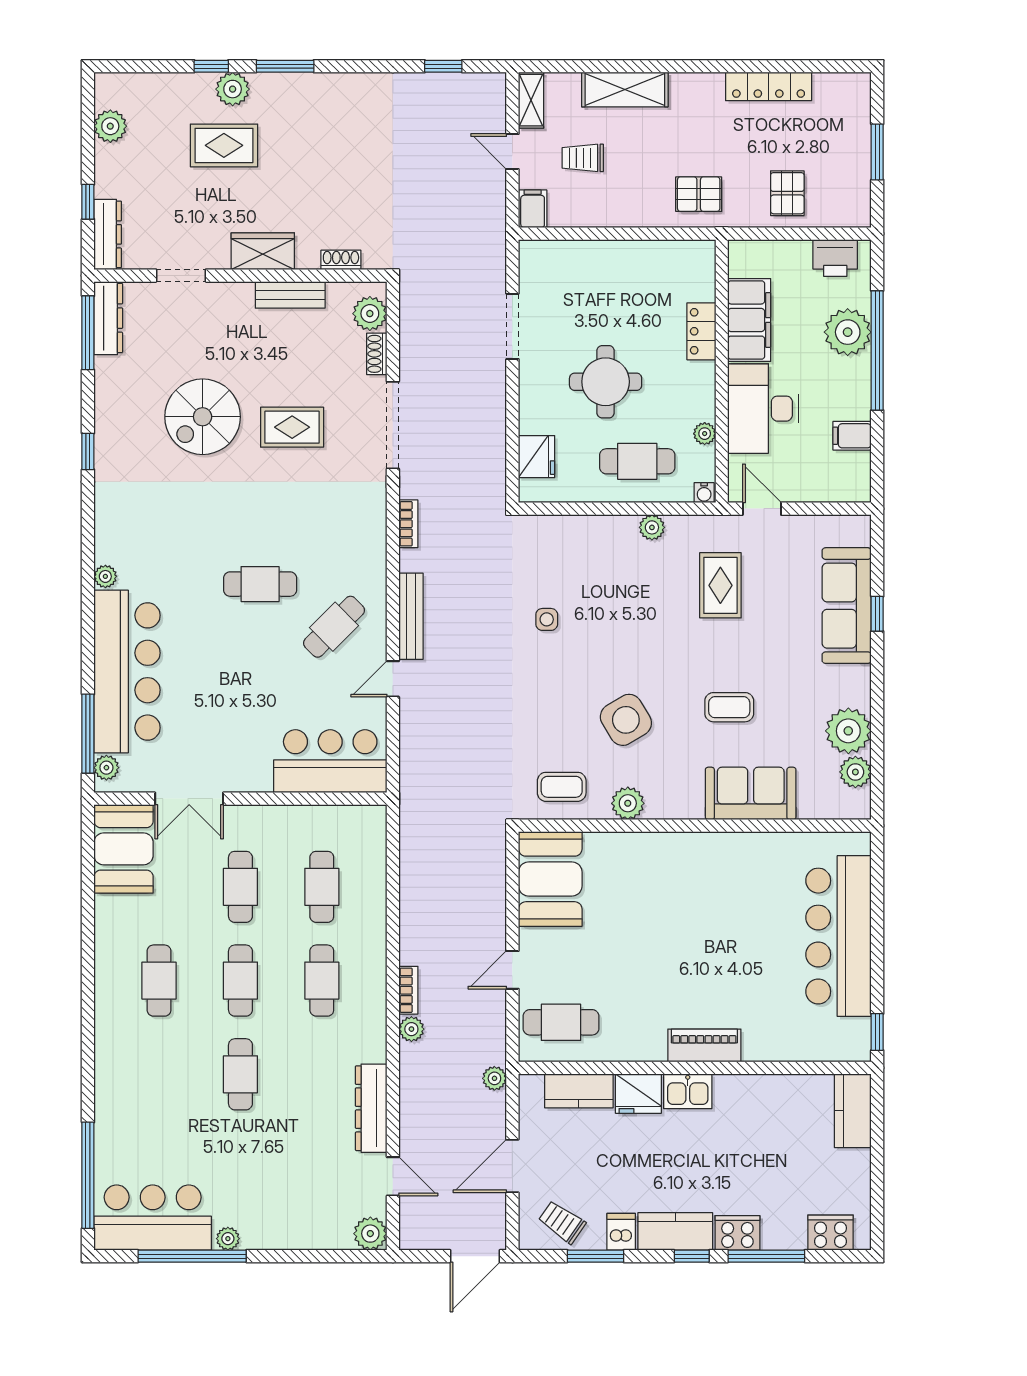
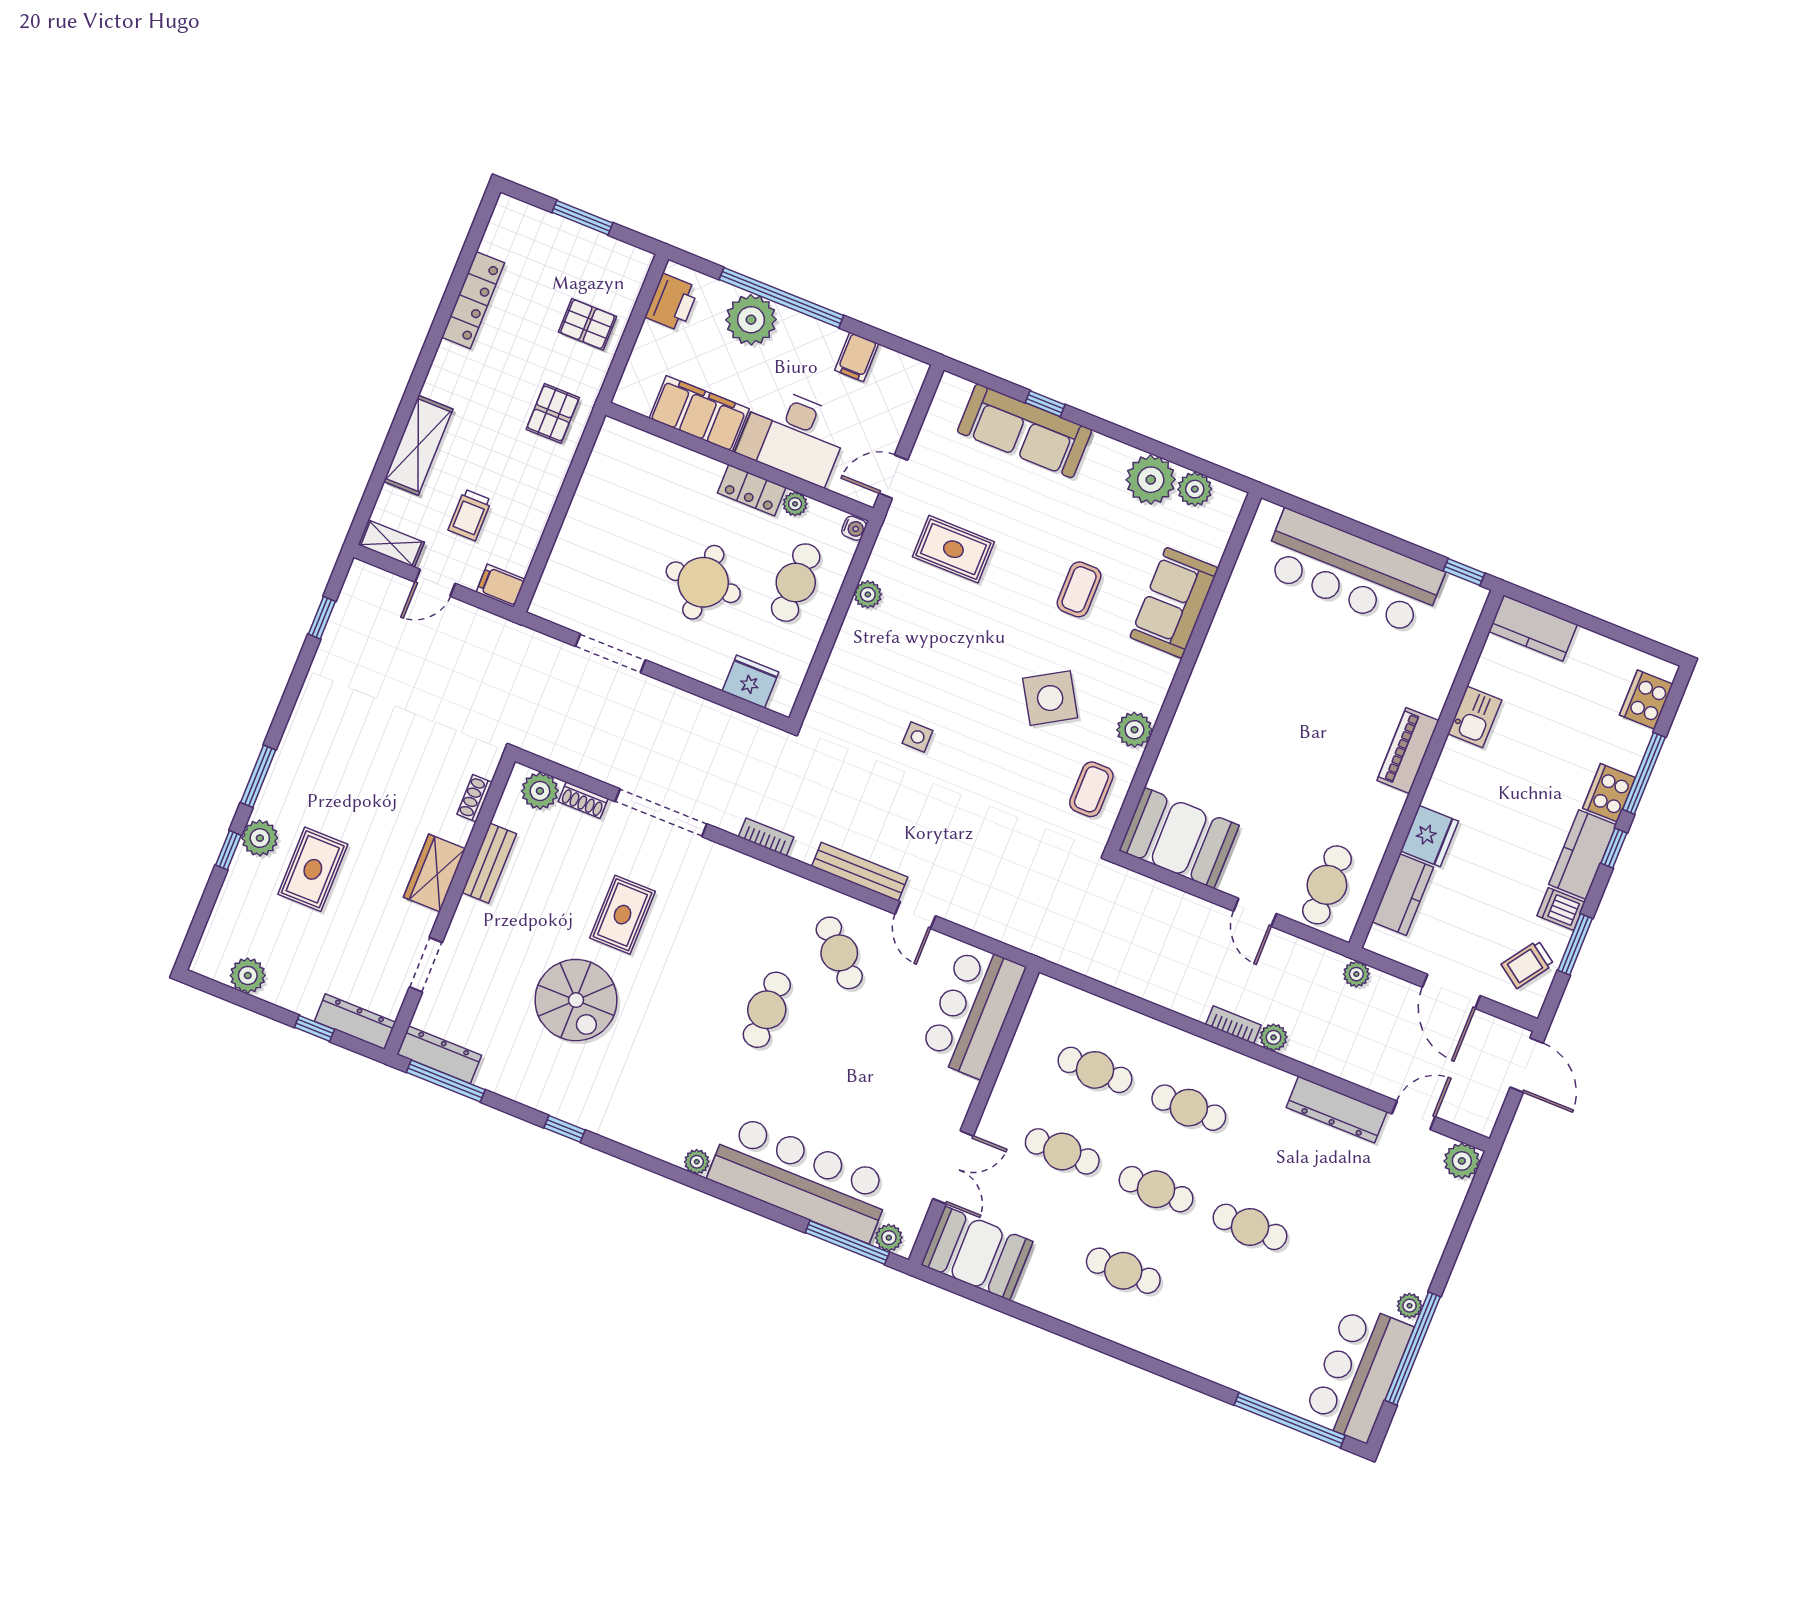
locker: (701, 331) -> (752, 490), moved
kitchen sink: (688, 1091) -> (1475, 717), moved

